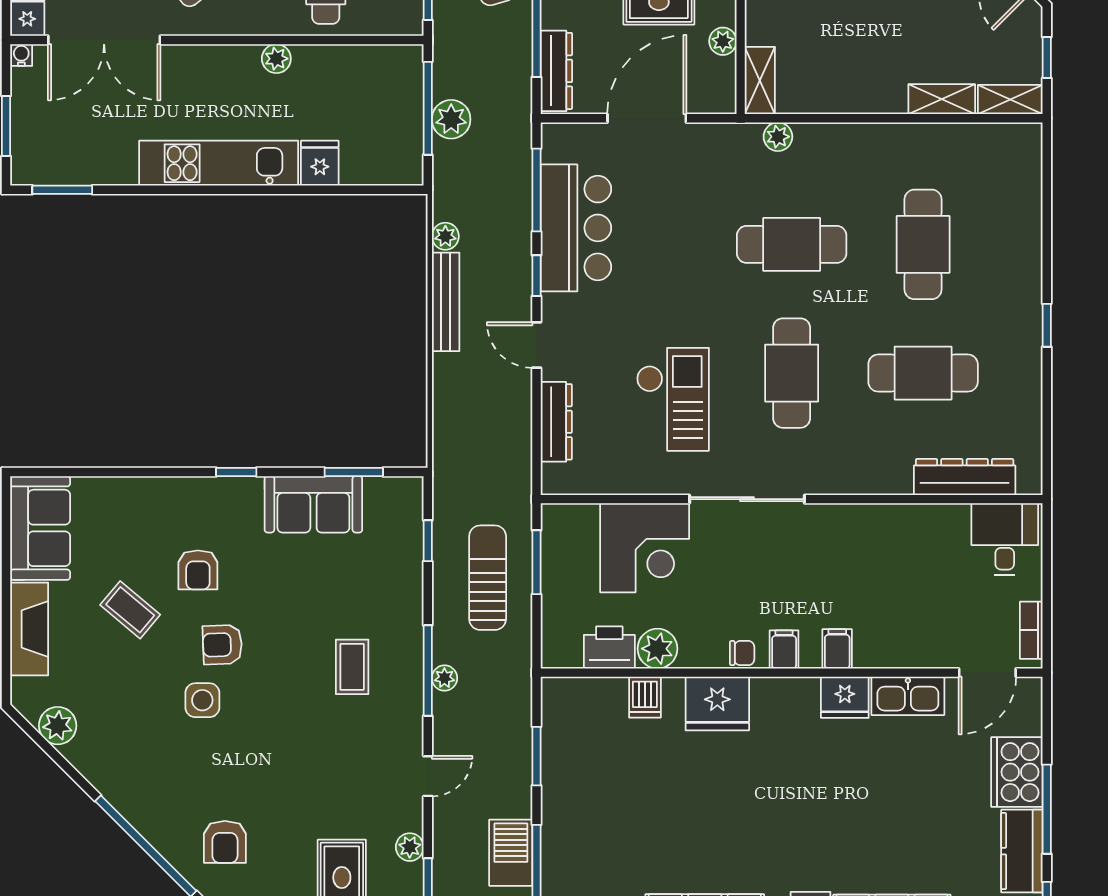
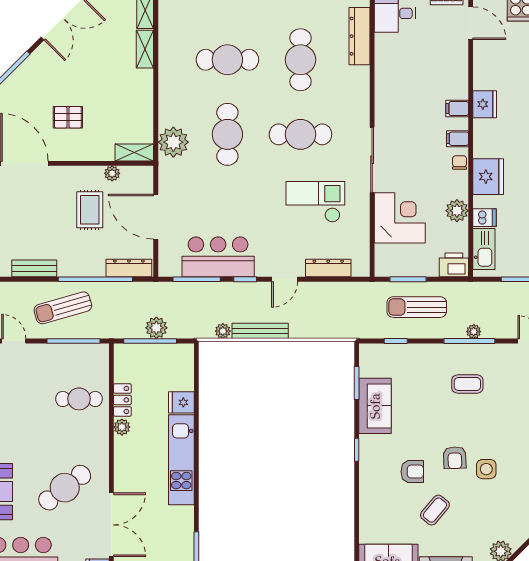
locker: (324, 59) -> (122, 400), added
plant: (778, 137) -> (173, 142), width x1.87, depth x1.87
printer: (609, 647) -> (454, 265), moved, turned 90
kitchen sink: (908, 696) -> (484, 249), moved

